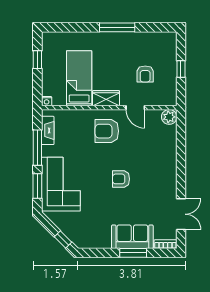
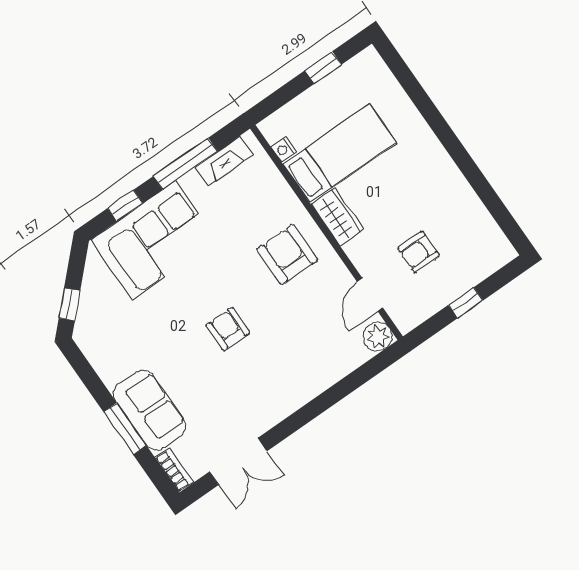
window: (117, 27) -> (461, 157), removed
nightstand: (47, 101) -> (283, 149), moved
door: (135, 108) -> (370, 295), moved
window: (37, 186) -> (125, 206), width x0.67

